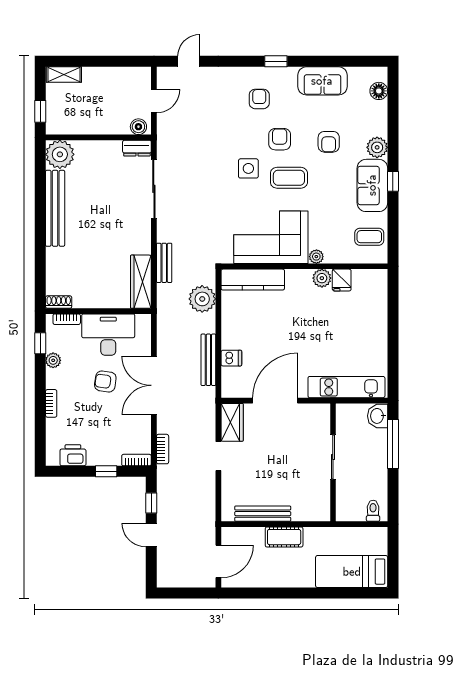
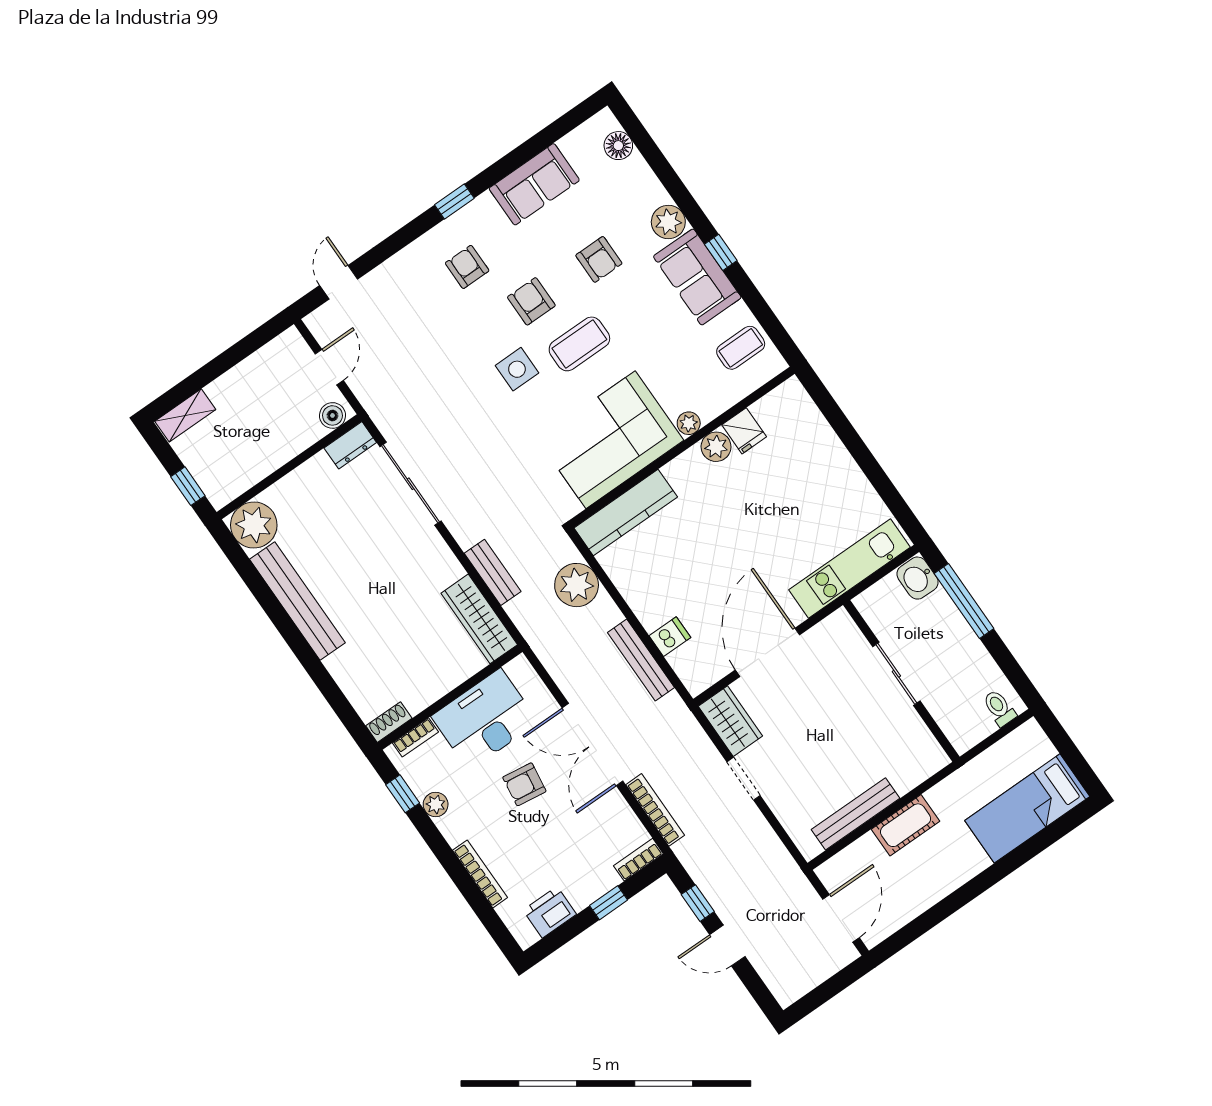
bookcase: (51, 403) -> (480, 874), width x1.56
bookcase: (163, 449) -> (655, 810), width x1.56

